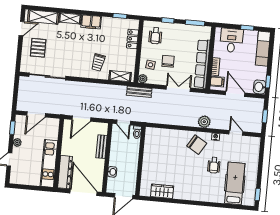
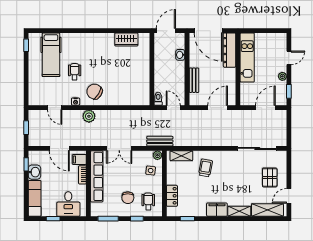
chair: (168, 61) -> (128, 198), moved
washbasin: (260, 87) -> (34, 172), moved

